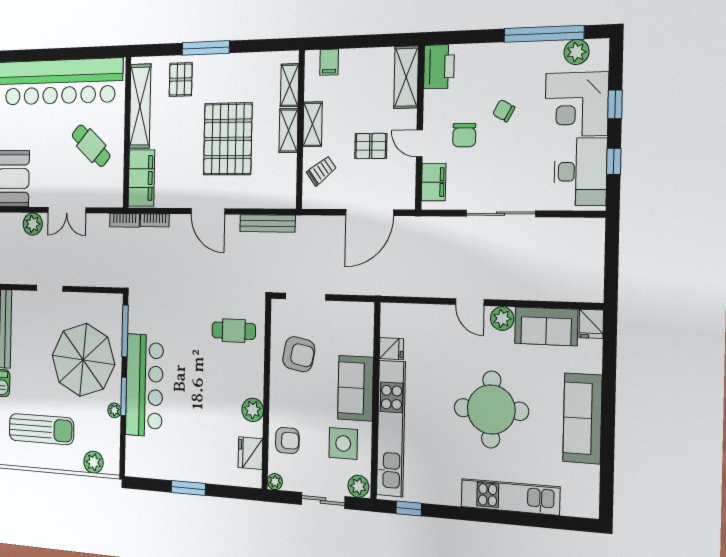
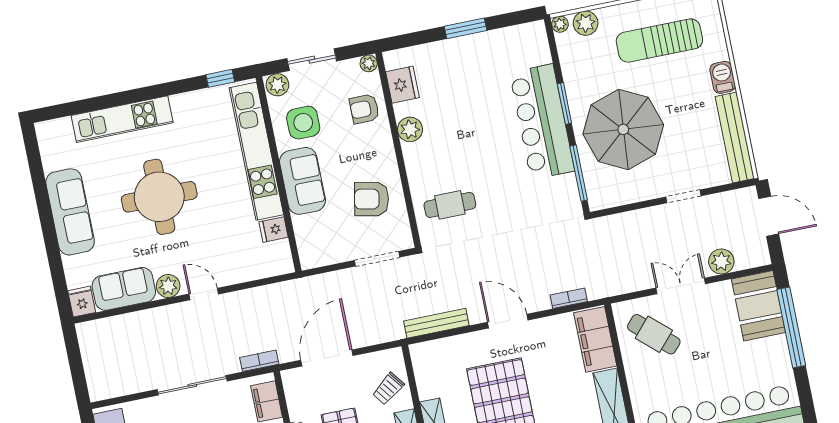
cafe table: (91, 146) -> (654, 334), moved
bookcase: (125, 220) -> (259, 361), moved
plant: (114, 410) -> (560, 24), moved

